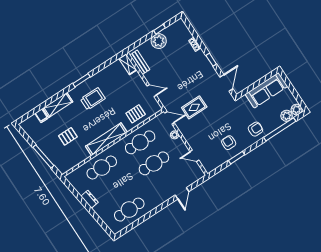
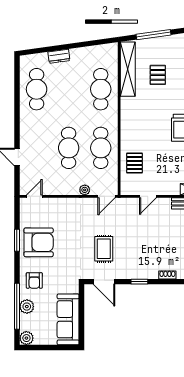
rug: (194, 107) -> (104, 249), moved
plant: (287, 116) -> (27, 307), moved
shelving: (106, 139) -> (128, 69), moved
armchair: (229, 143) -> (39, 242), width x1.88, depth x1.88
door: (194, 156) -> (34, 196), moved
dresser: (90, 199) -> (59, 56), moved

